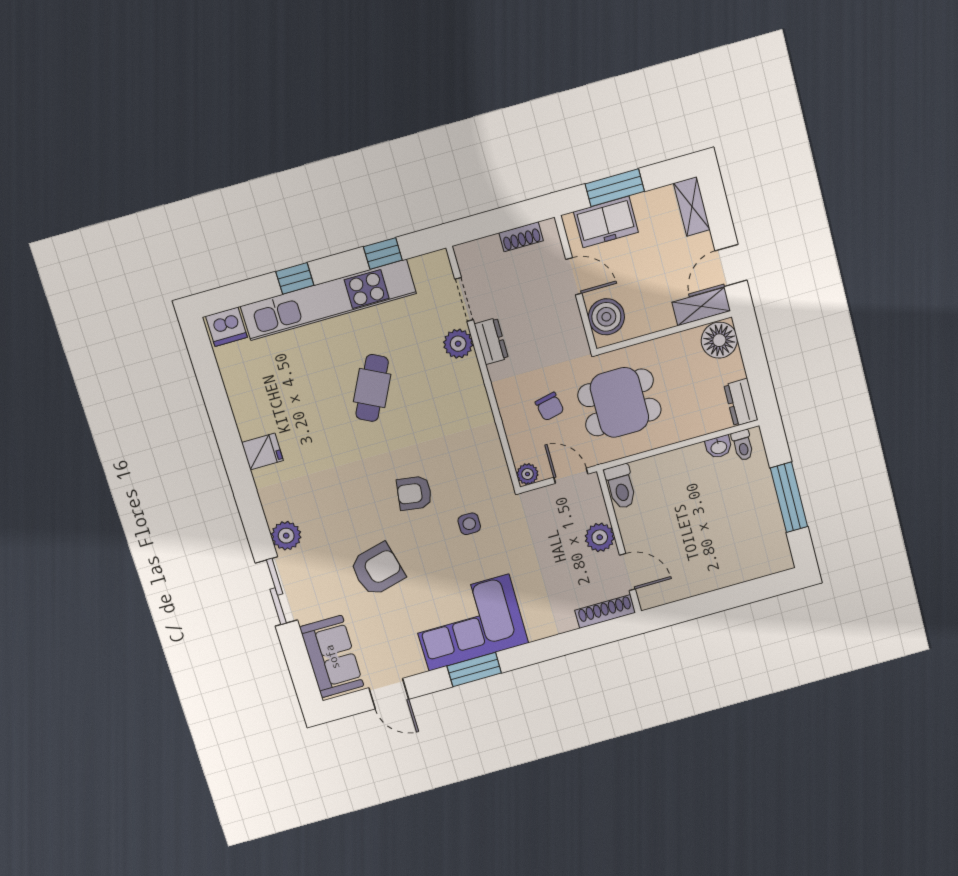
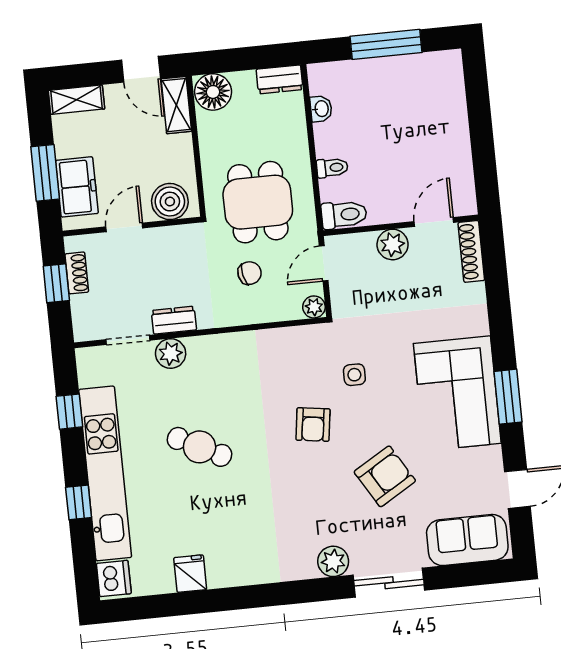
window: (507, 218) -> (56, 283), added
toilet: (743, 445) -> (332, 168), moved
fridge: (262, 452) -> (190, 574), moved
armchair: (377, 570) -> (385, 476), turned 73

